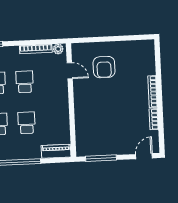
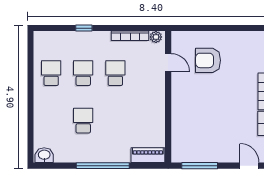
armchair: (104, 67) -> (208, 60), turned 90
school desk: (27, 123) -> (115, 121), removed
door: (144, 156) -> (249, 166), hinge flipped

